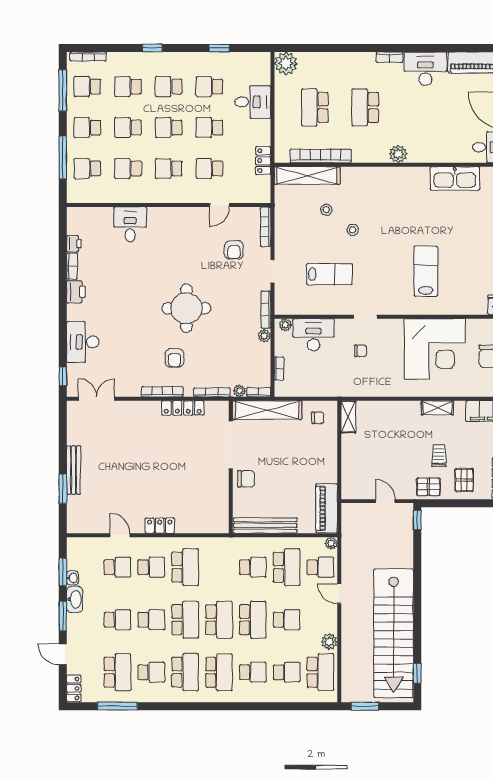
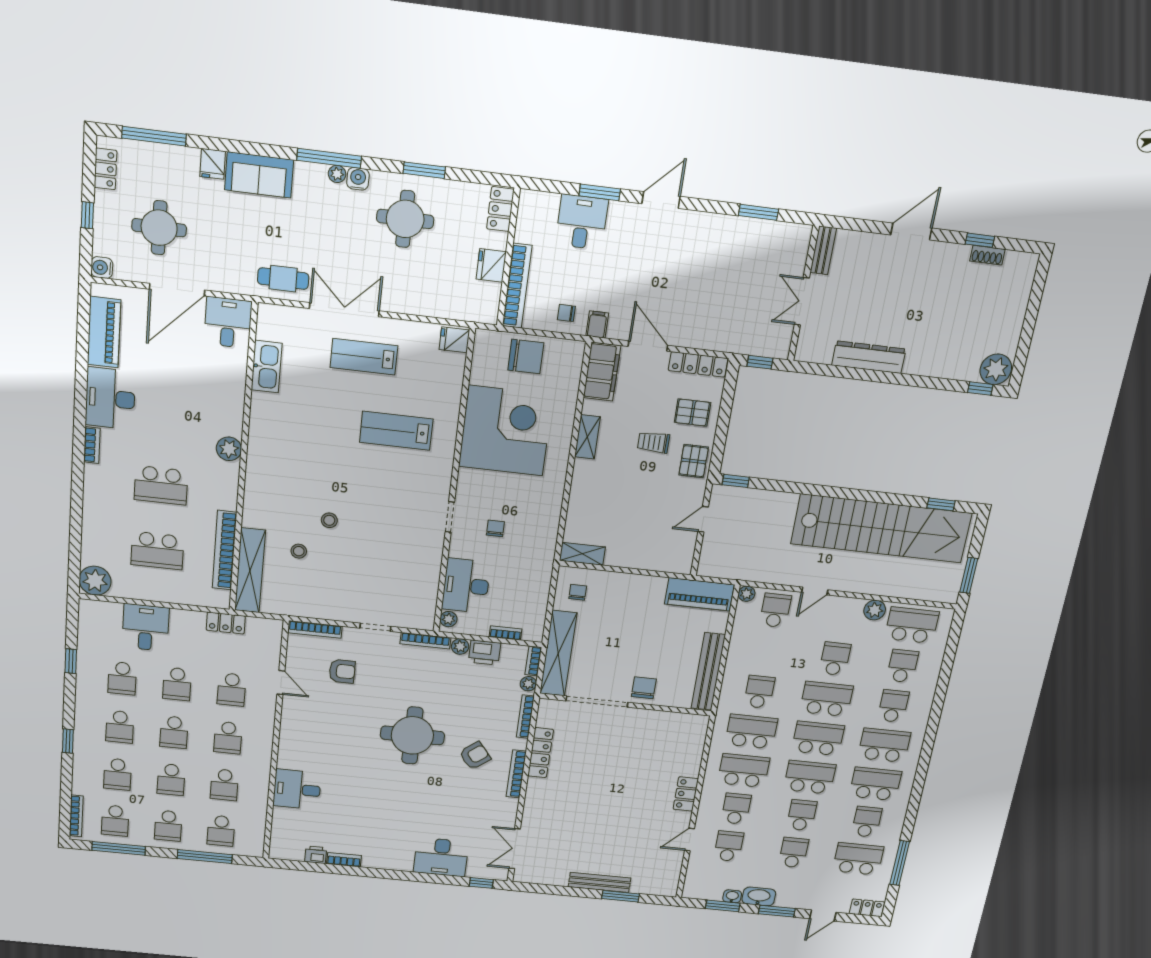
kitchen sink: (455, 178) -> (267, 367), width x0.73, depth x0.81
lab bench: (329, 274) -> (364, 357), moved, turned -90
printer: (76, 292) -> (485, 653), moved, turned 180
armchair: (175, 358) -> (475, 756), turned -38
school desk: (287, 567) -> (751, 732), moved

